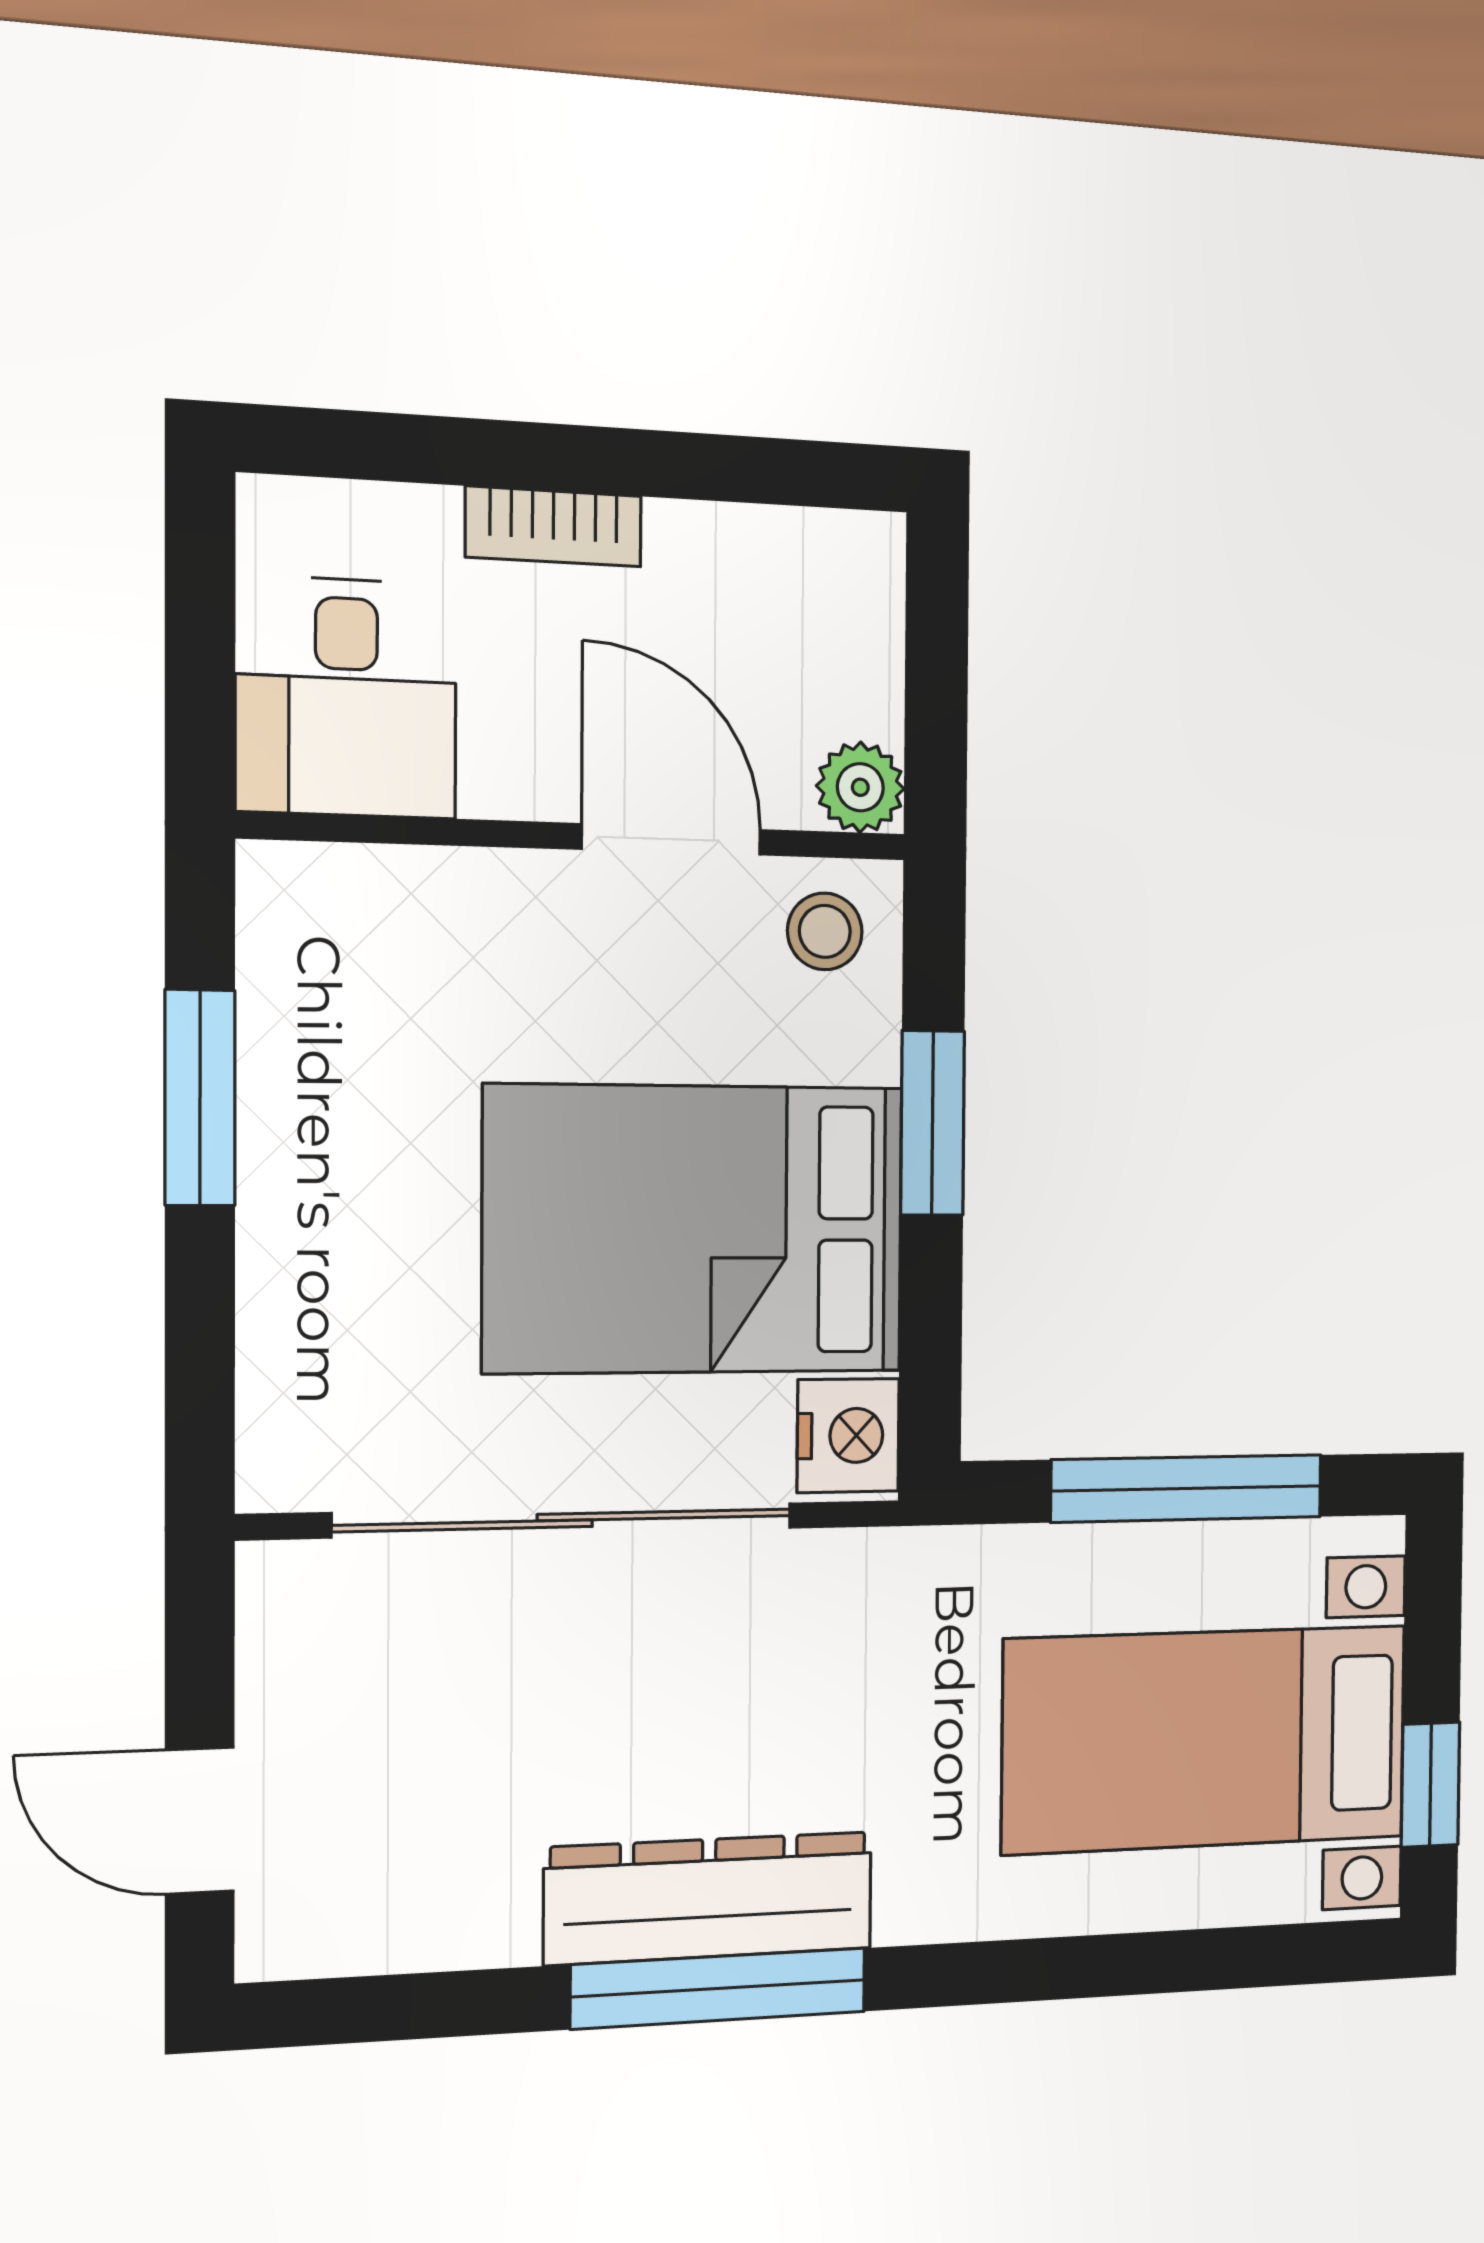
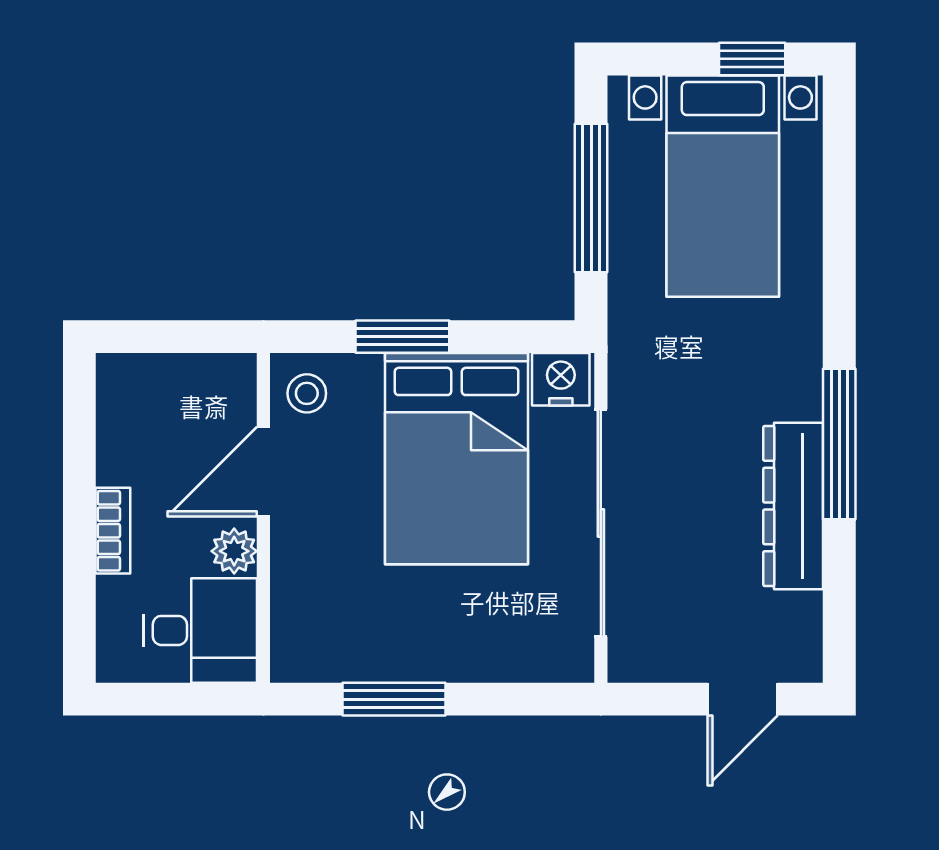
plant: (860, 787) -> (234, 551), moved
dresser: (709, 1898) -> (793, 506), moved

